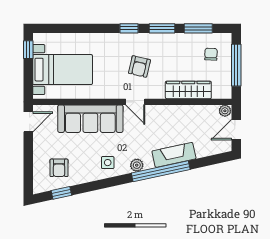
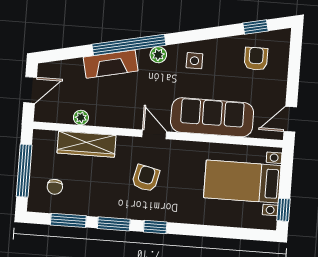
plant: (225, 111) -> (81, 117), moved

